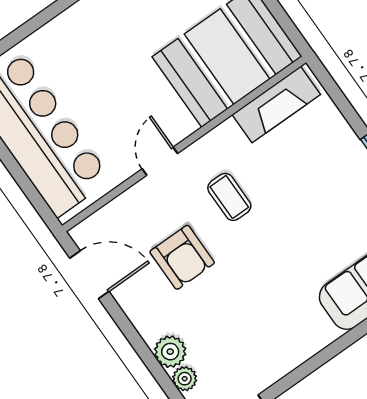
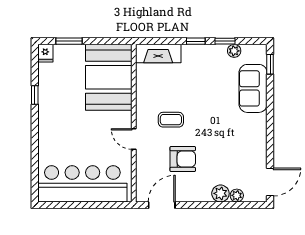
fireplace: (276, 105) -> (158, 54), moved, turned 90

